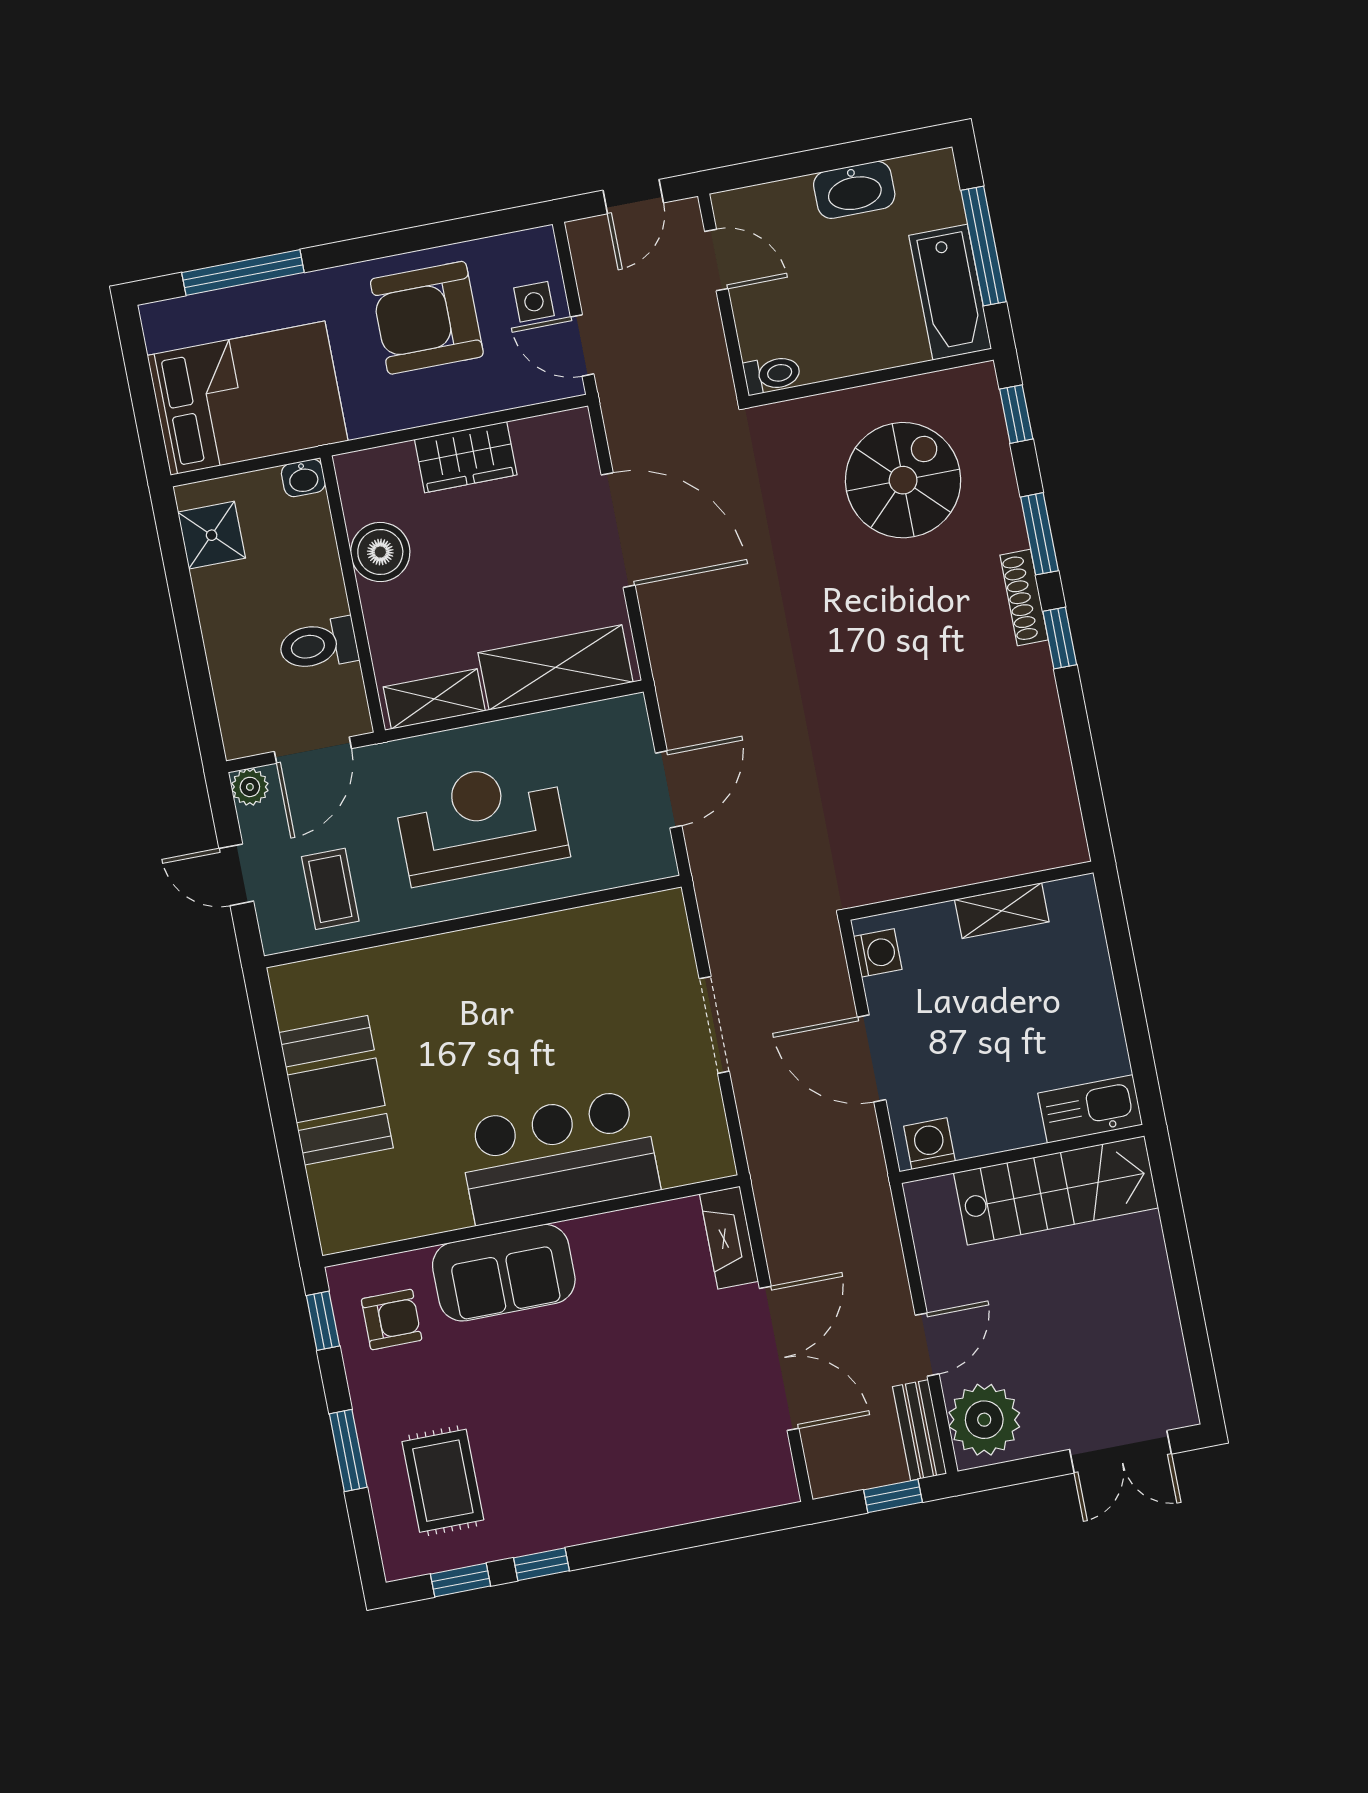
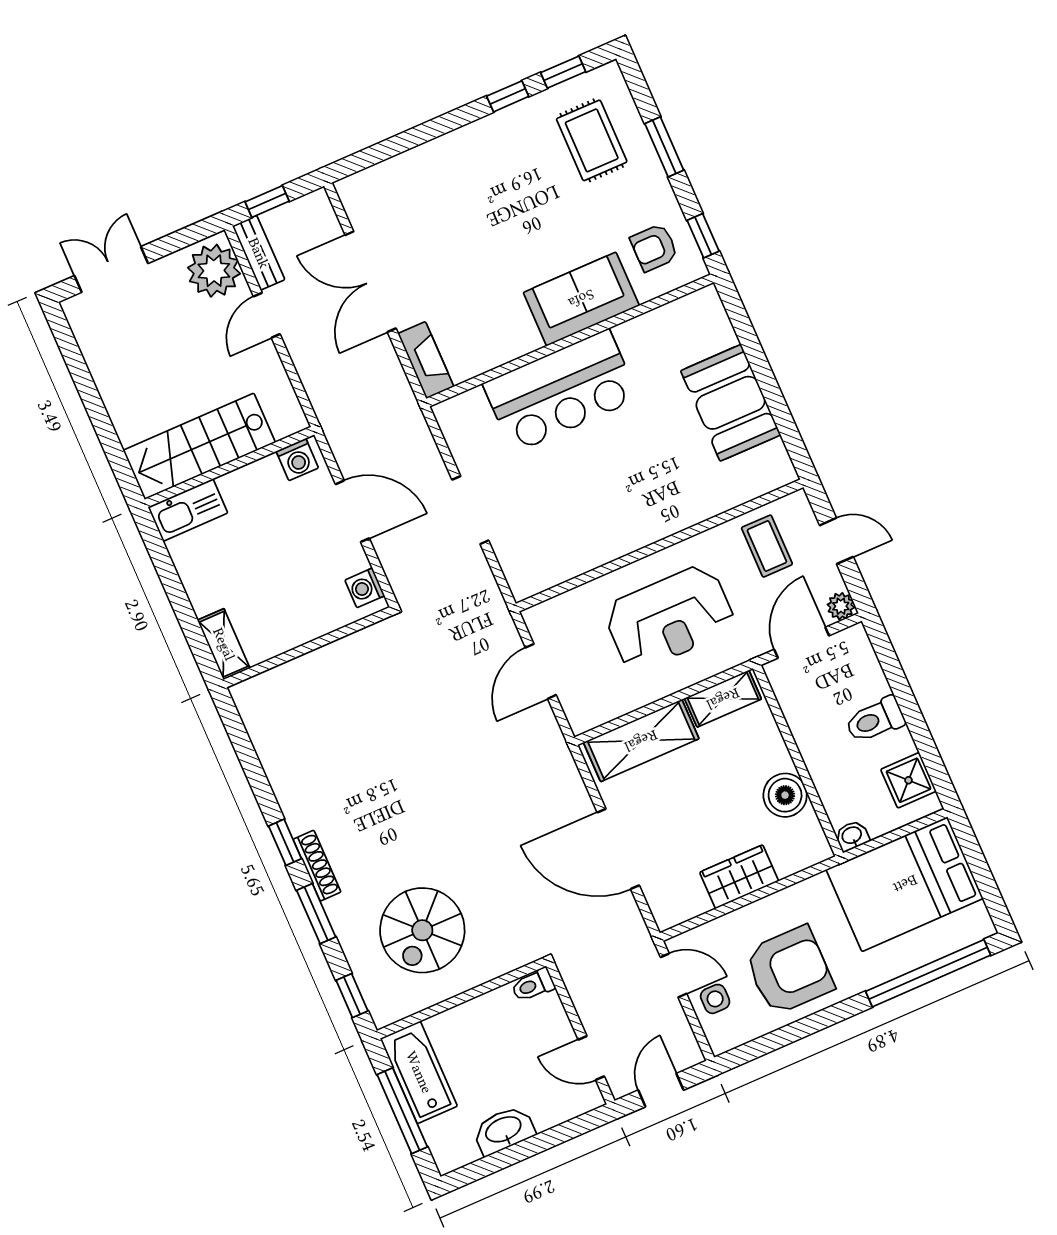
window: (243, 272) -> (928, 973), width x1.46
toilet: (318, 645) -> (875, 720), moved, turned 180
shelving: (1002, 911) -> (224, 644), moved, turned 90

